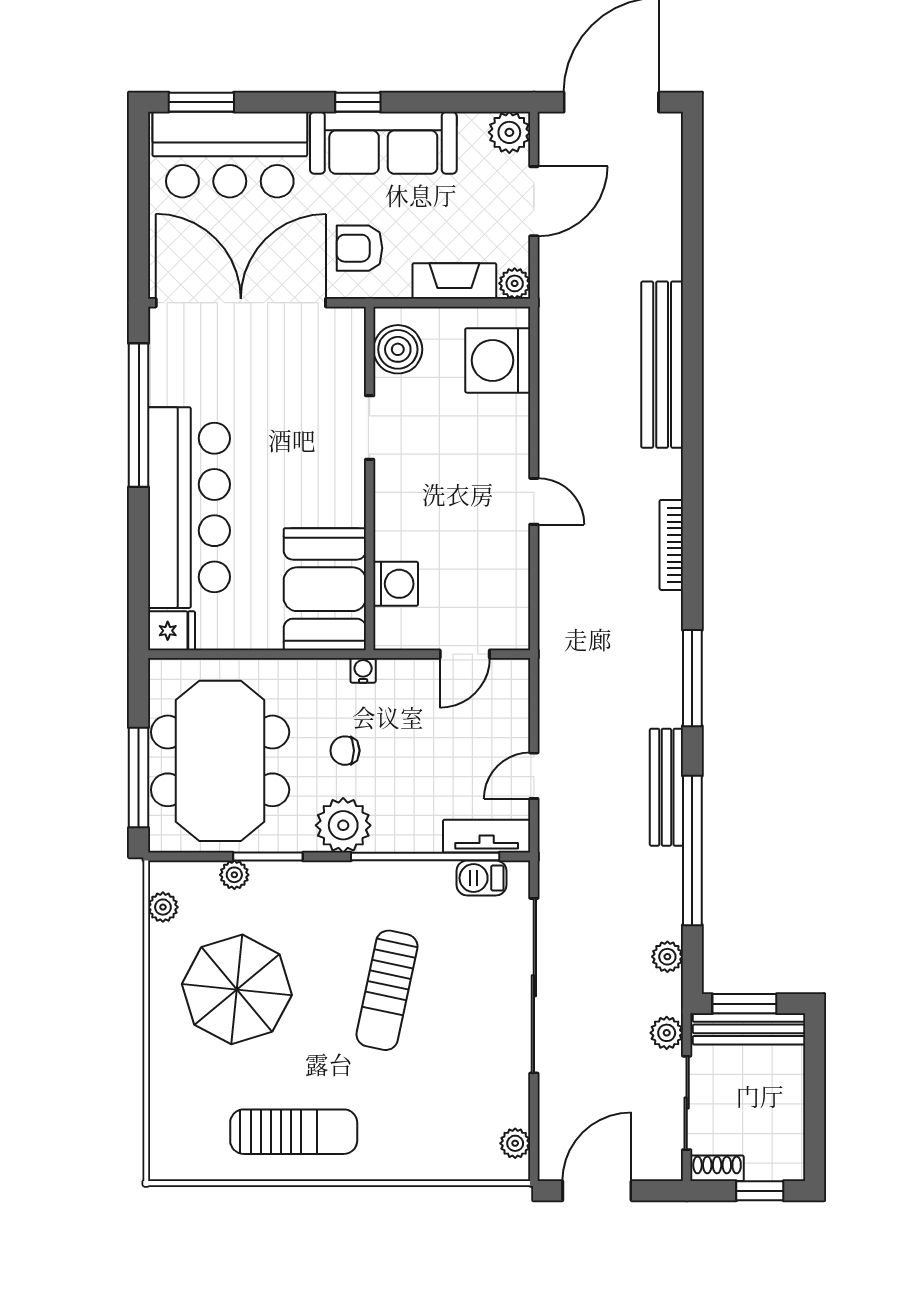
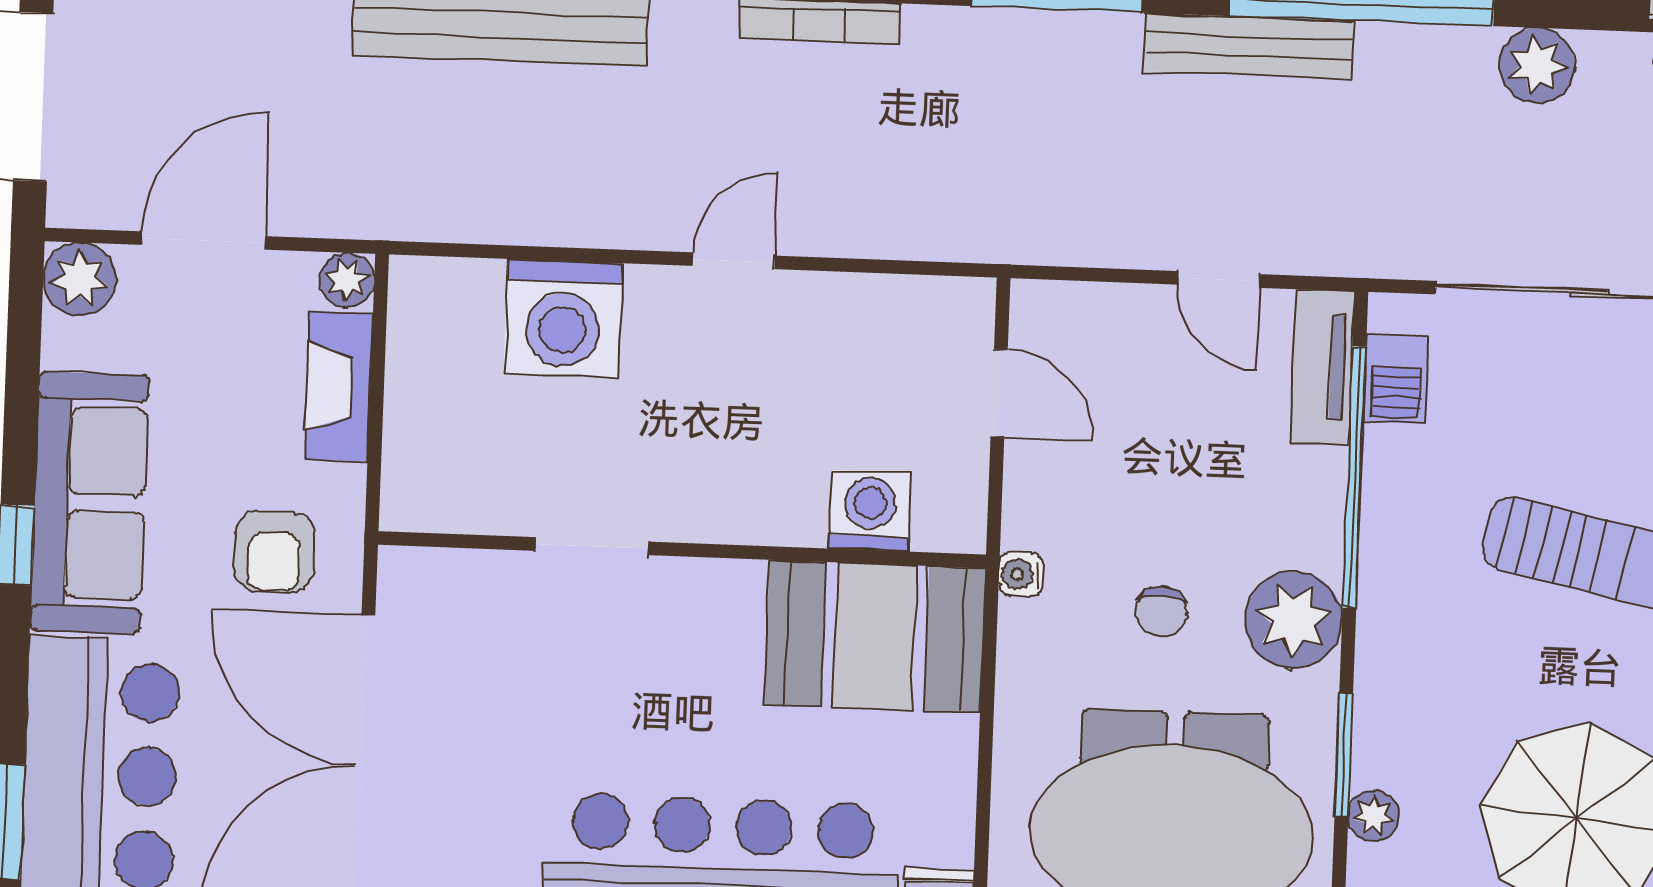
door: (534, 201) -> (203, 240), hinge flipped
boiler: (398, 349) -> (456, 491), removed
washing machine: (498, 360) -> (563, 318), moved
plant: (667, 957) -> (1537, 65), width x1.38, depth x1.38

